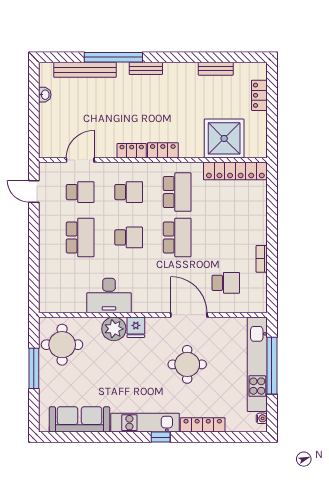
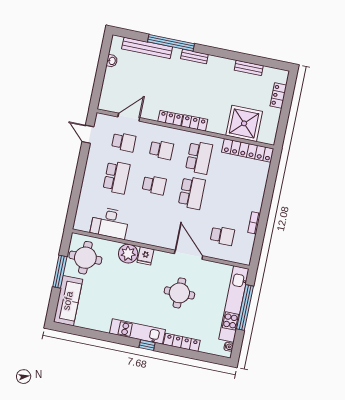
desk: (109, 295) -> (110, 223), moved
sofa: (80, 419) -> (68, 301), moved, turned 90

